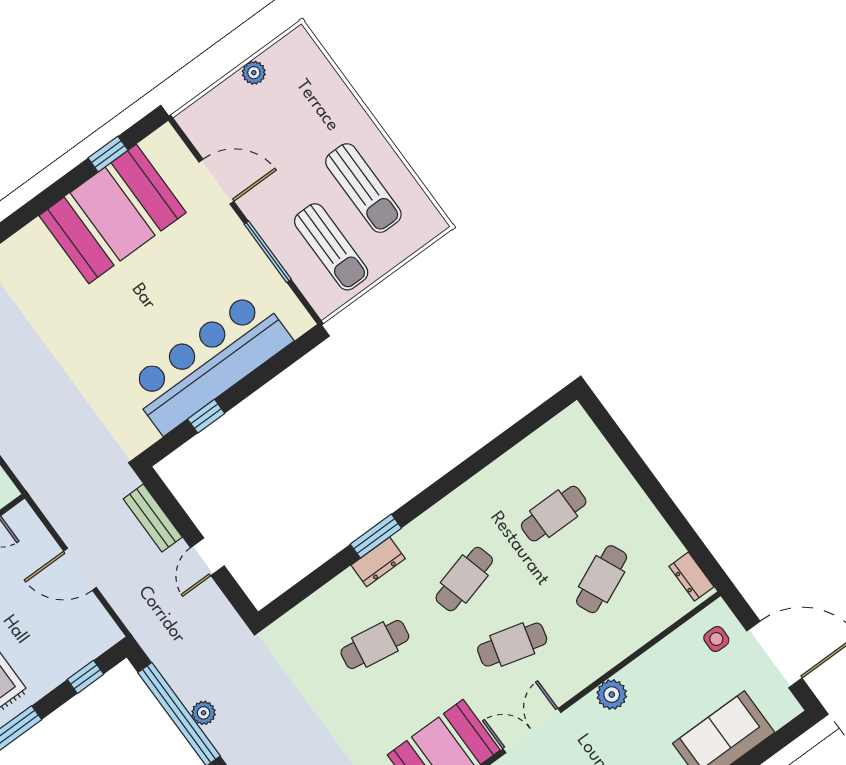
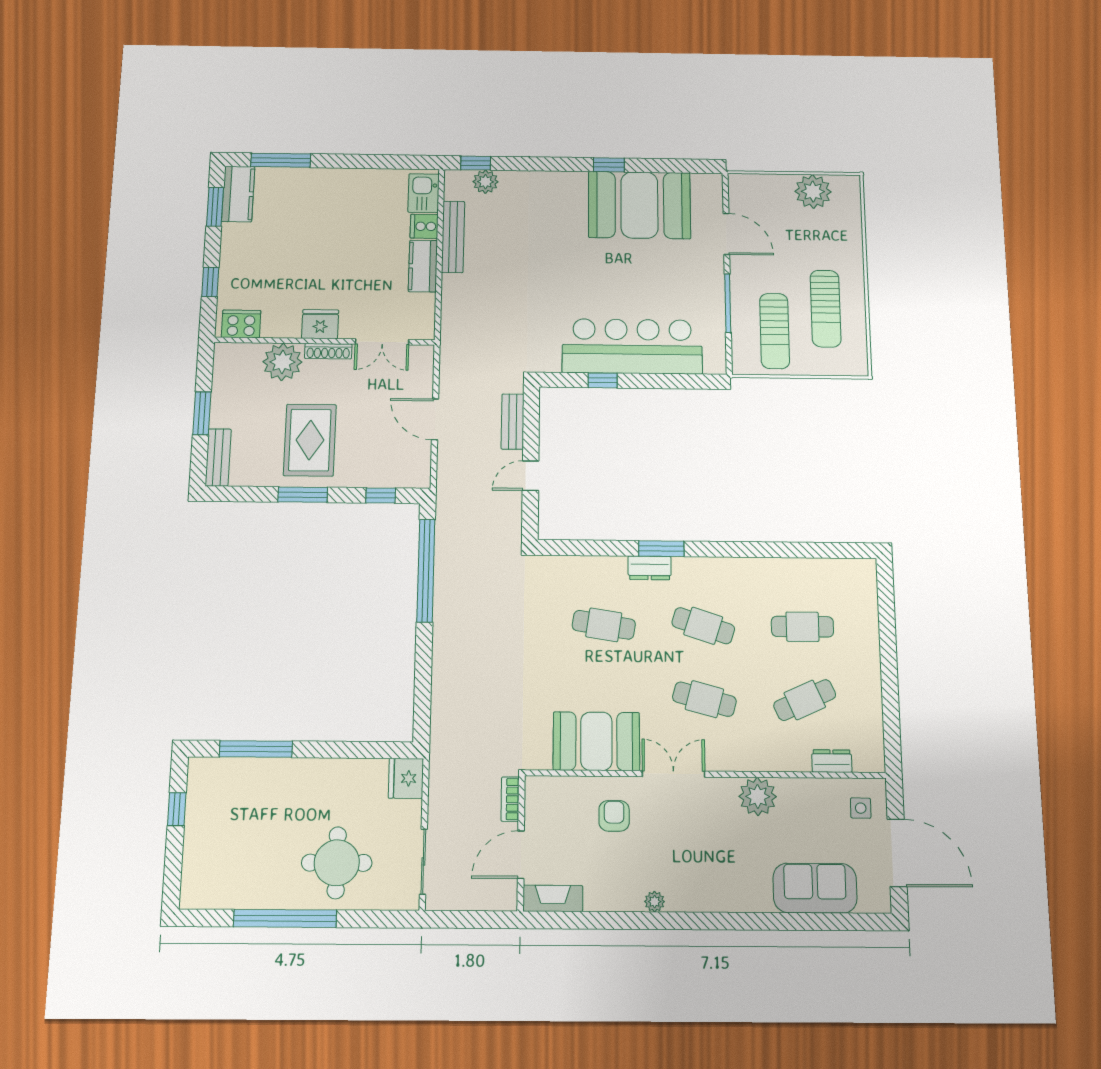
plant: (254, 73) -> (813, 192), width x1.87, depth x1.87
window: (108, 154) -> (609, 165), moved
dresser: (691, 577) -> (832, 761), moved, turned 90
cafe table: (464, 579) -> (703, 626), turned 33
plant: (612, 695) -> (758, 797), width x1.36, depth x1.36
plant: (204, 713) -> (444, 582), removed

